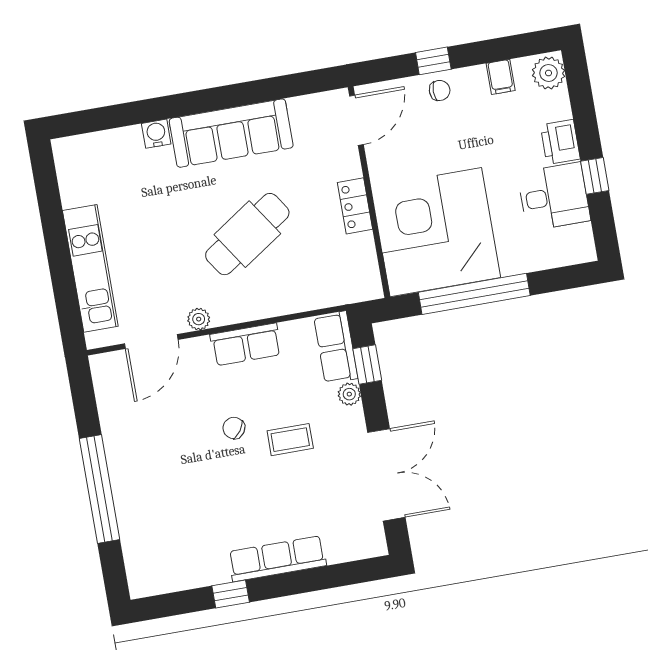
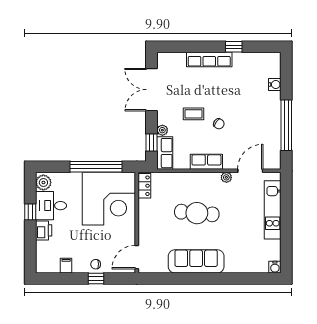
plant: (549, 73) -> (43, 183), moved
water cooler: (156, 134) -> (275, 267), moved
locker: (355, 206) -> (144, 186), moved
cafe table: (247, 234) -> (197, 213), turned 39
window: (100, 489) -> (286, 125), moved
water cooler: (132, 530) -> (275, 85), added

